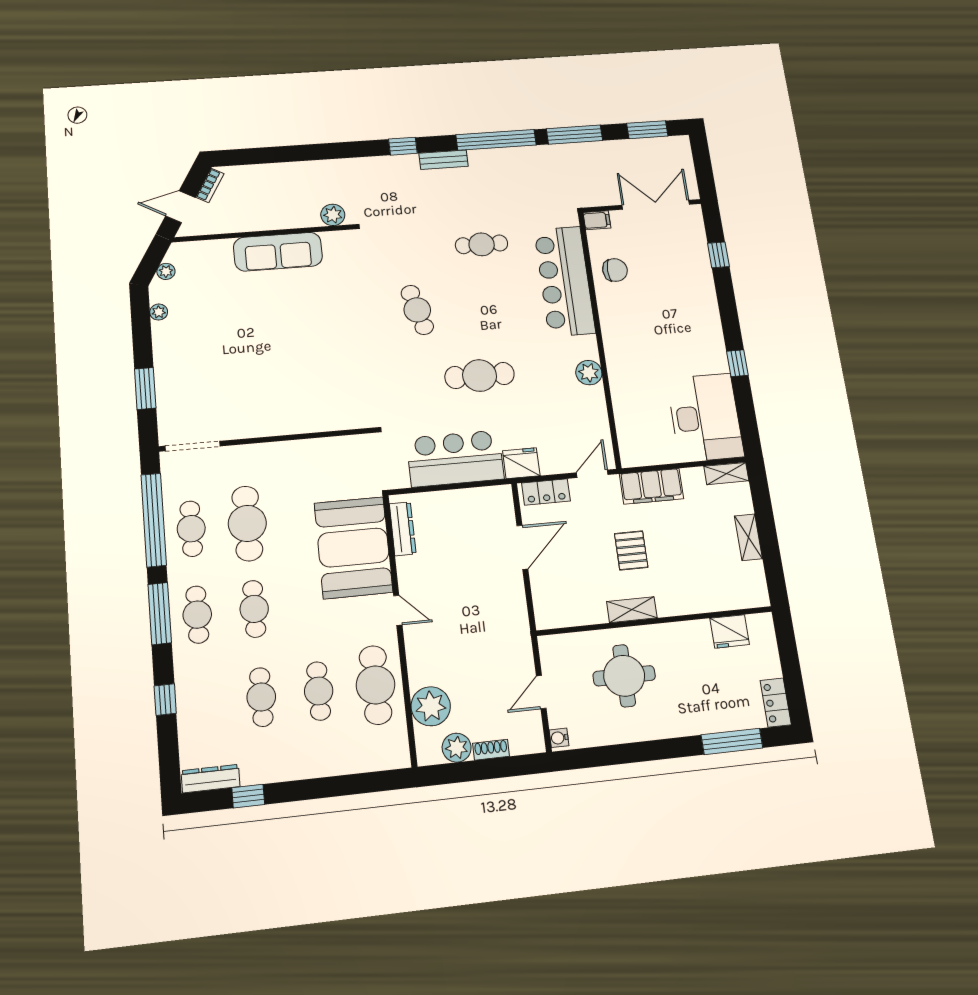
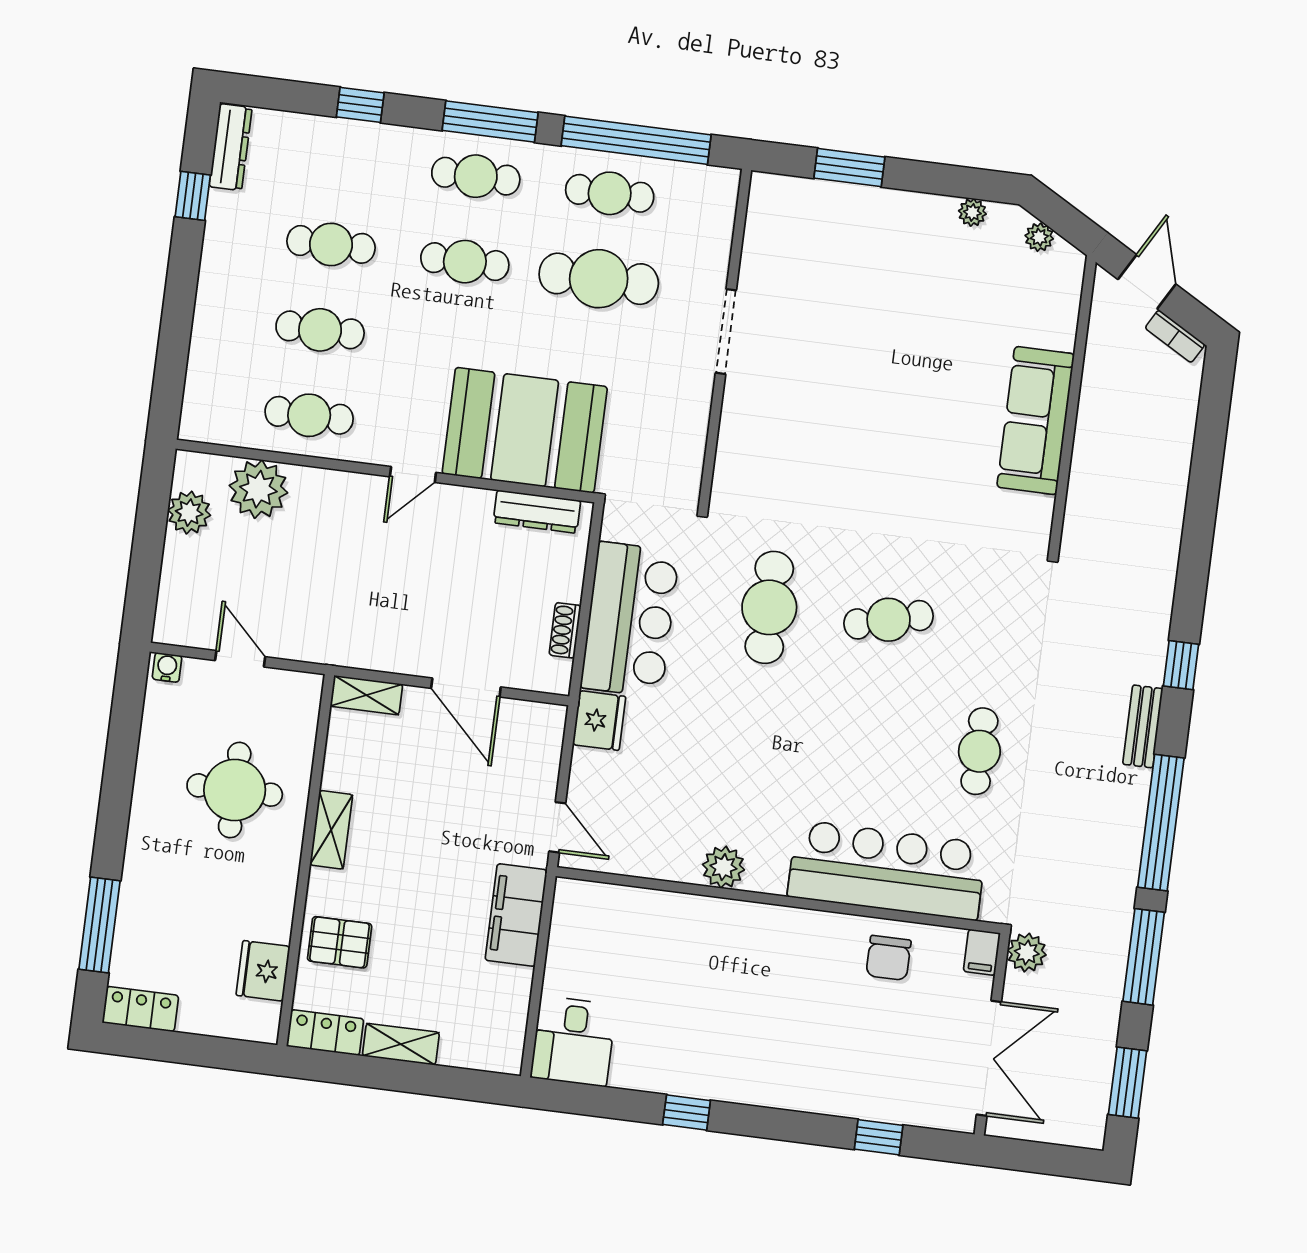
plant: (333, 215) -> (1027, 952), moved
cafe table: (480, 376) -> (769, 607), moved
desk: (705, 418) -> (573, 1041), width x0.53, depth x0.77
doorway: (193, 446) -> (726, 332), moved
shelving: (726, 473) -> (366, 695), moved, turned 90
locker: (546, 492) -> (325, 1033), moved, turned 90
pallet: (631, 550) -> (340, 942), moved
cafe table: (376, 685) -> (309, 415), width x0.73, depth x0.74
shoe rack: (491, 750) -> (565, 630), moved, turned 180

